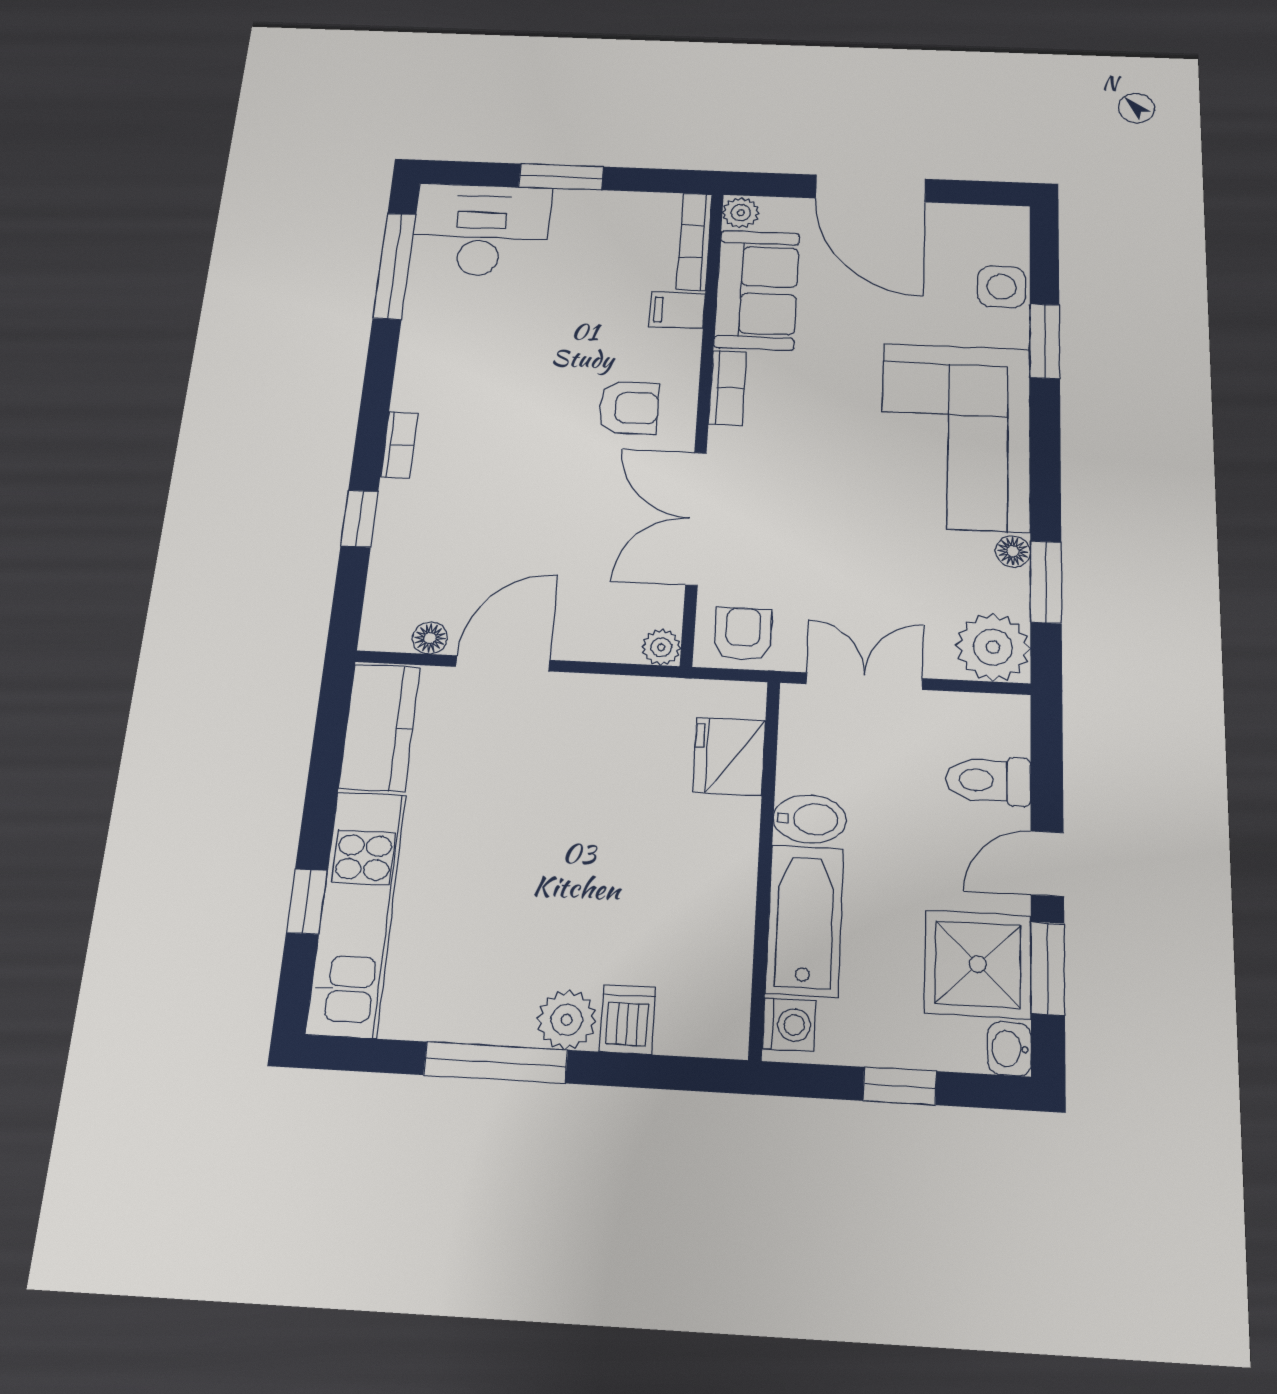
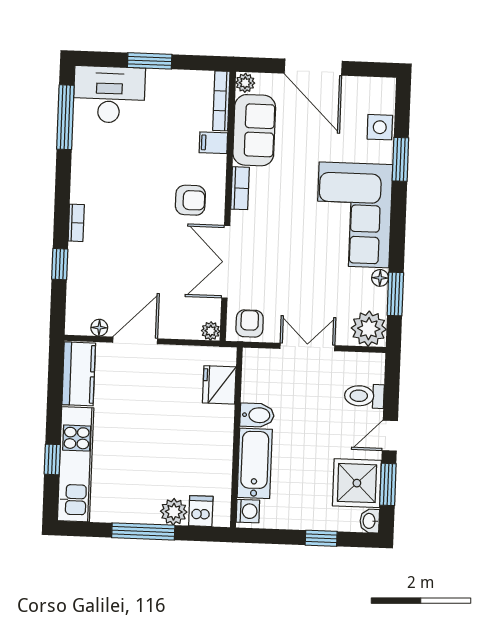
fridge: (729, 756) -> (219, 385), moved
bidet: (810, 819) -> (257, 415), moved
wall: (765, 865) -> (236, 437), moved
bathtub: (805, 920) -> (255, 463), moved
washing machine: (789, 1025) -> (248, 511), moved

